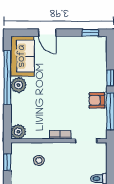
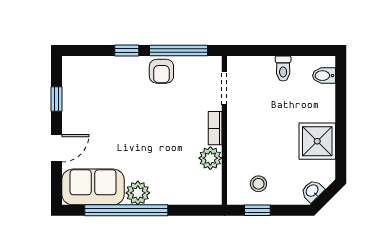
window: (90, 33) -> (57, 99), moved
plant: (18, 132) -> (210, 158), moved
stool: (39, 160) -> (258, 184), moved

